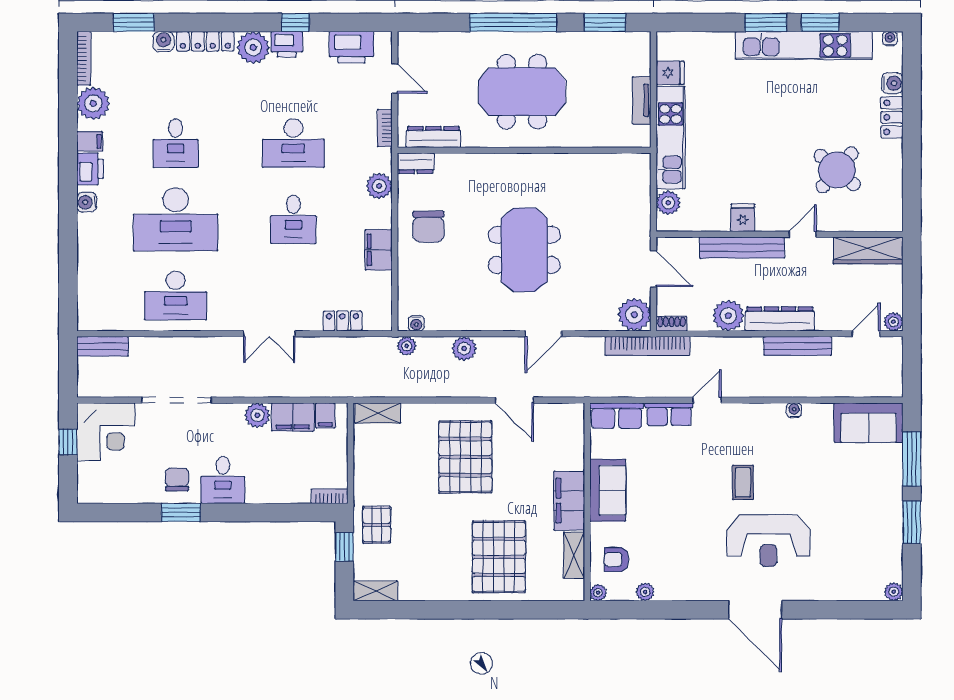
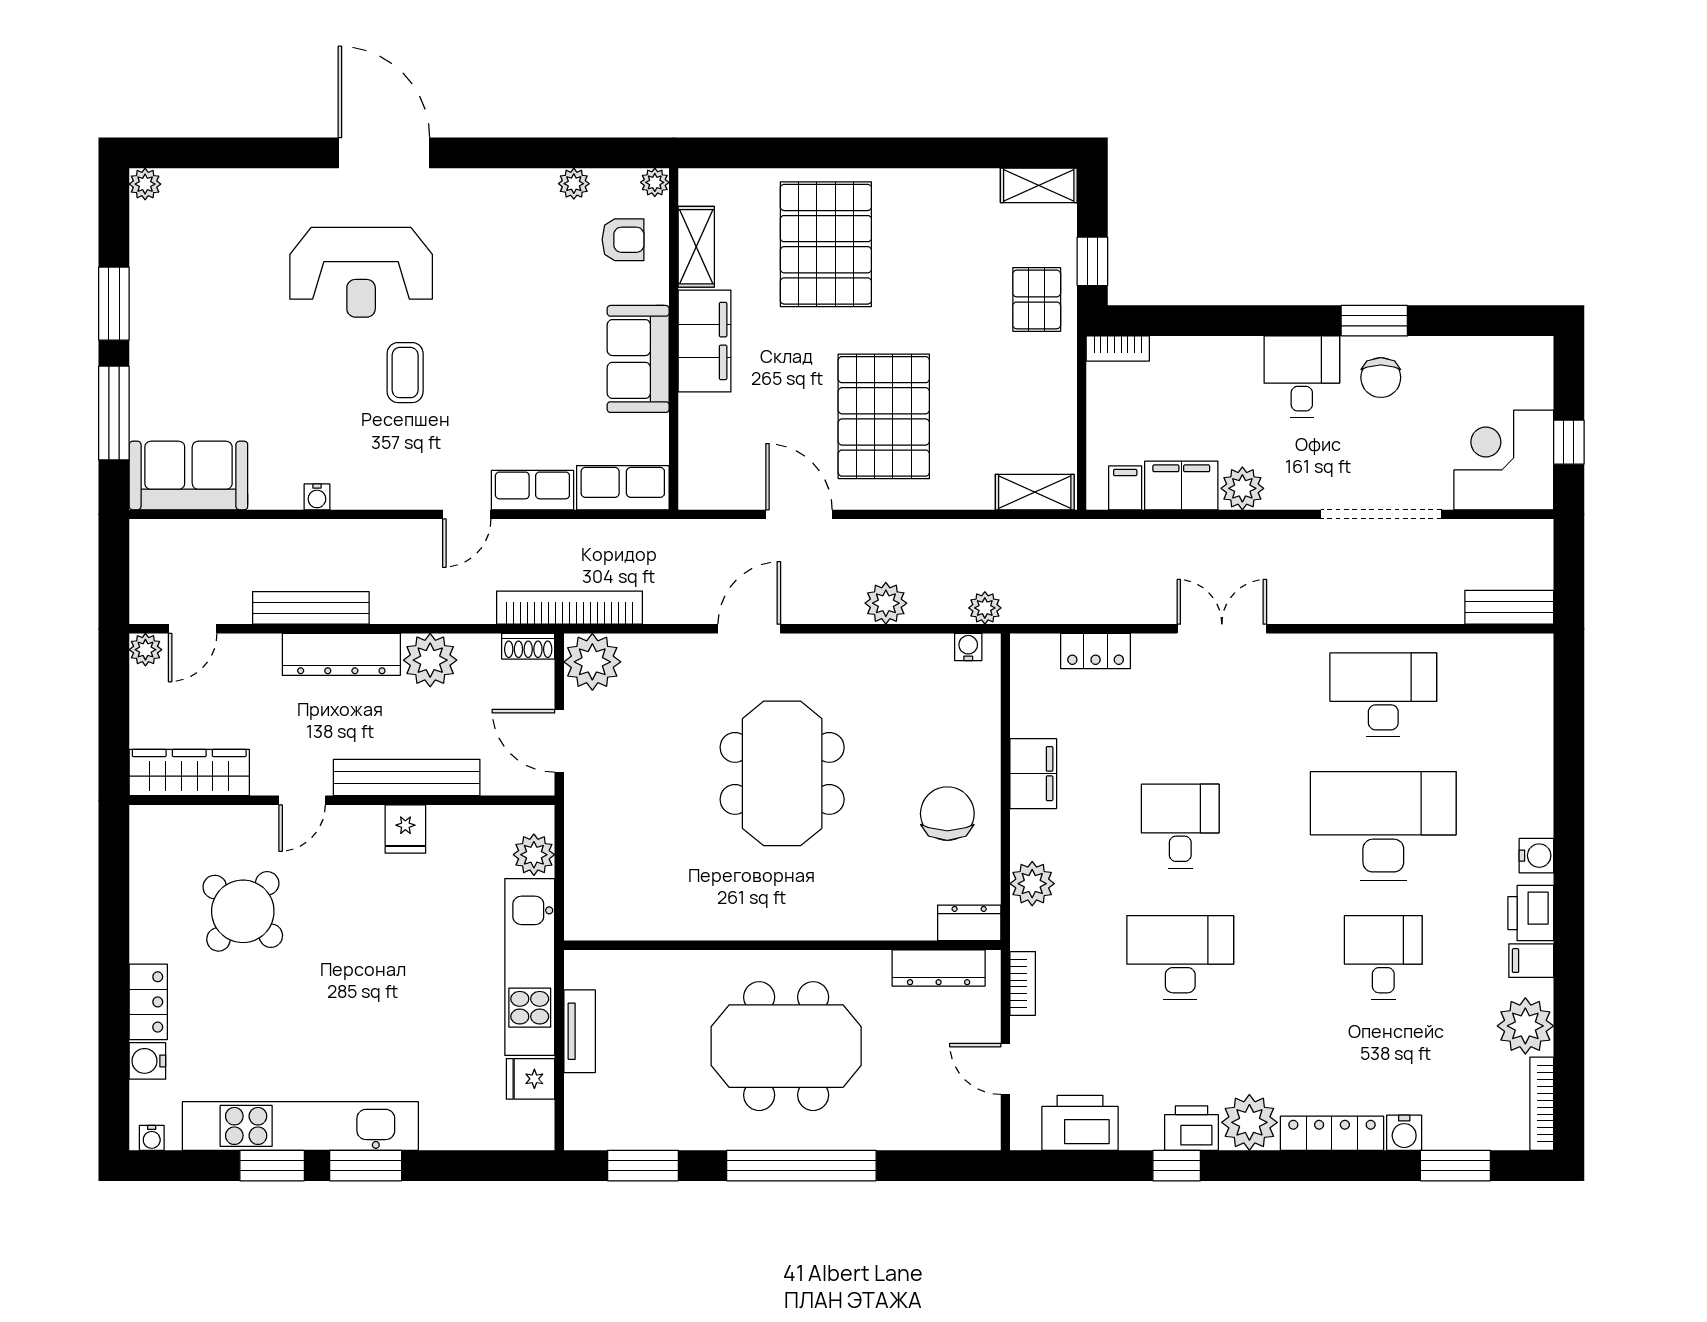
reception desk: (768, 541) -> (361, 272), turned 180

